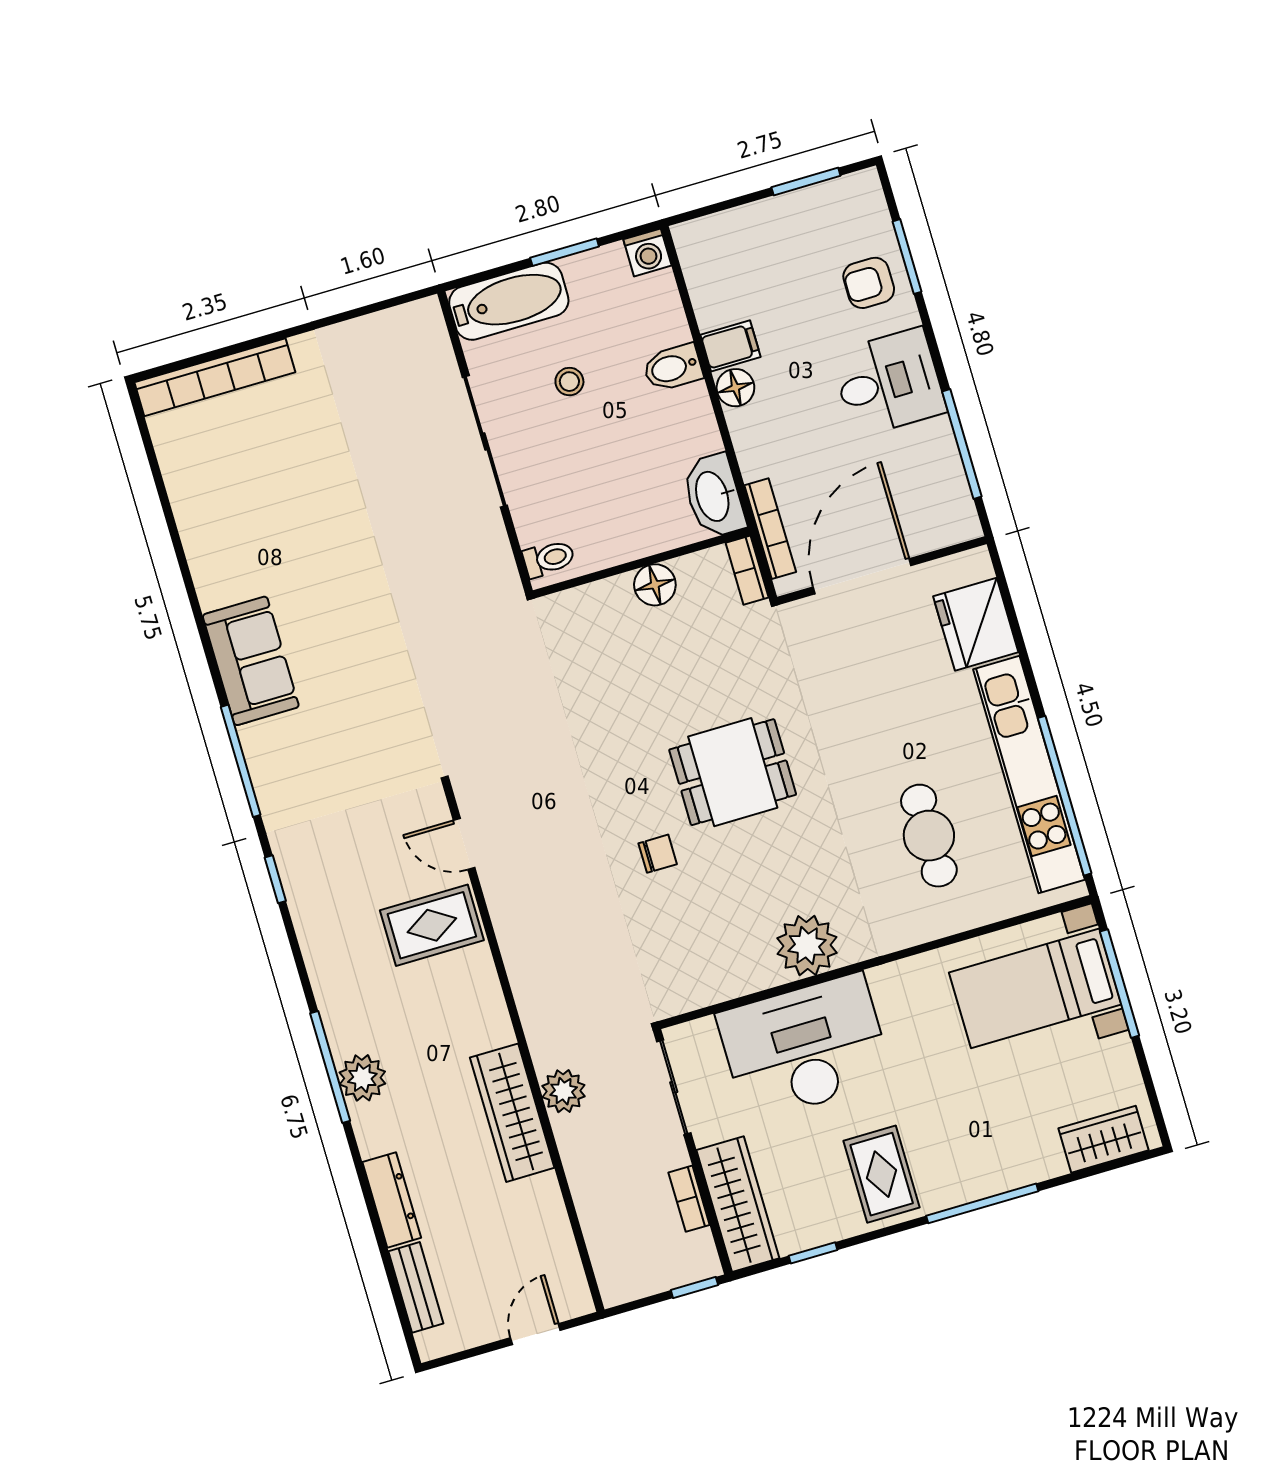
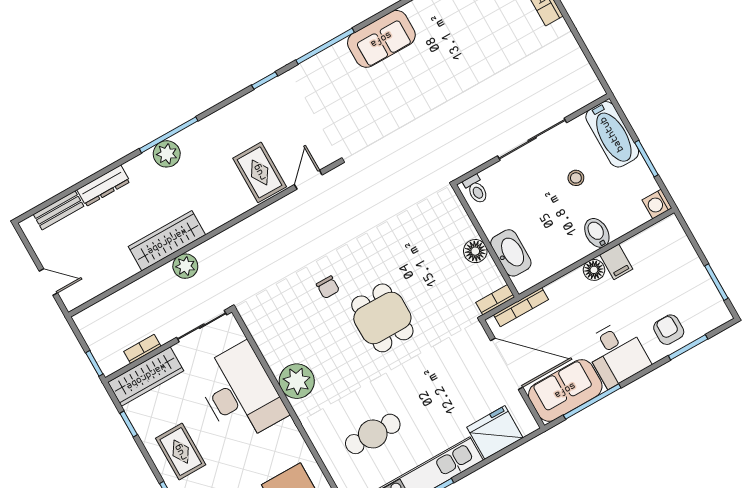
sofa: (932, 486) -> (565, 390), added
washbasin: (714, 496) -> (511, 253), moved, turned 90
rug: (882, 1174) -> (181, 452), turned 90

